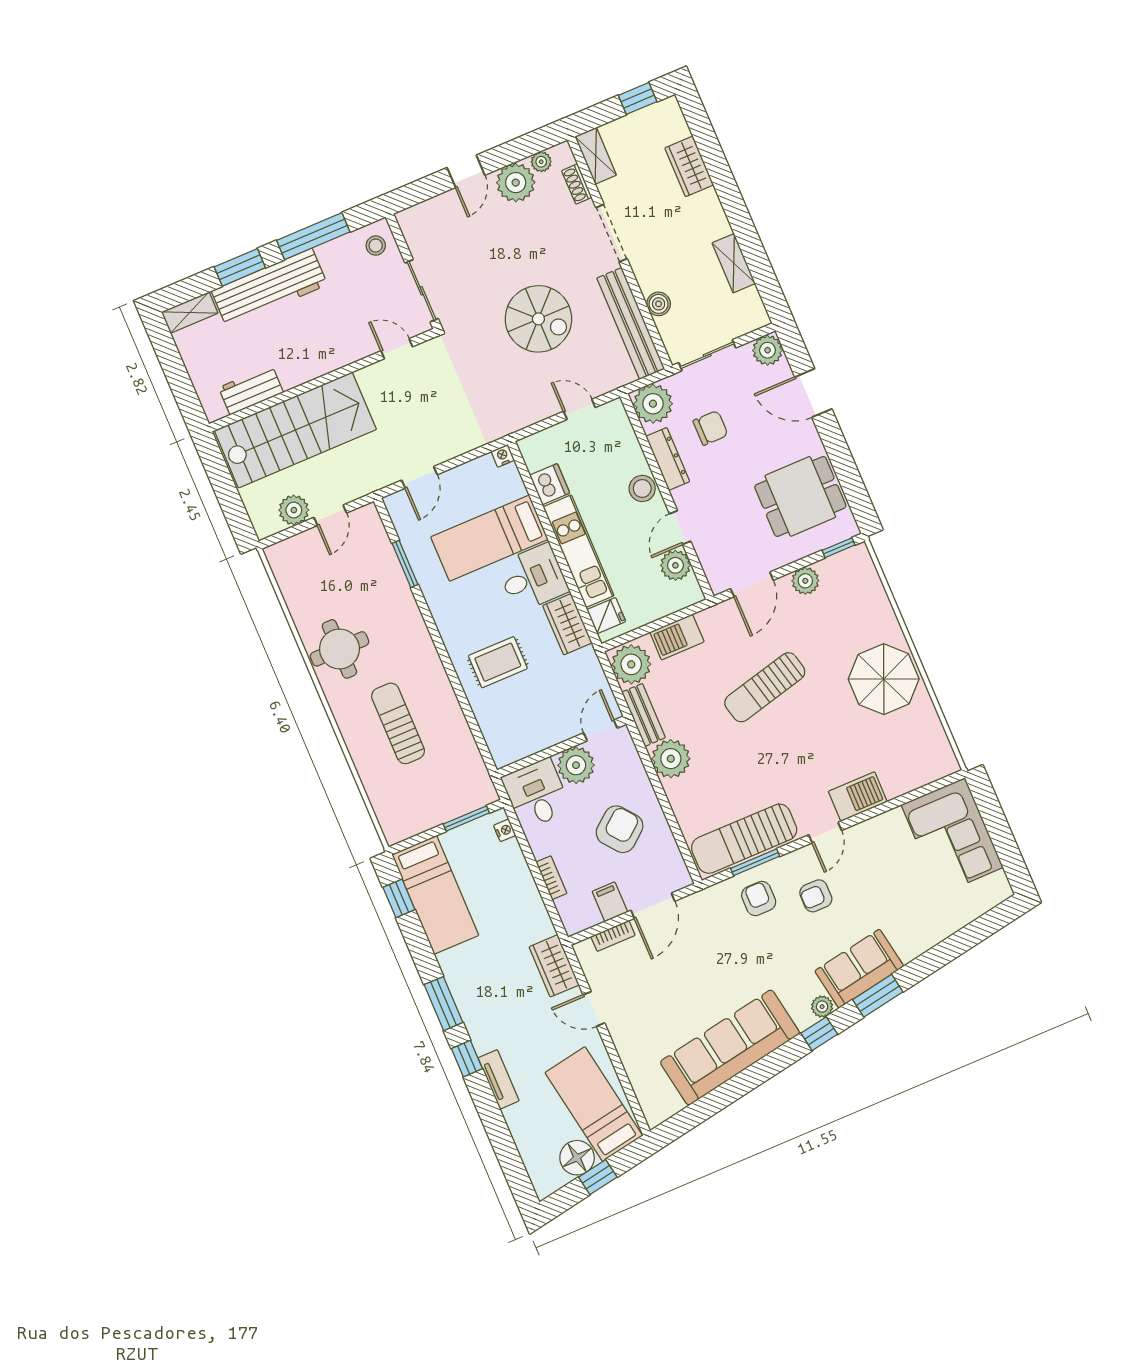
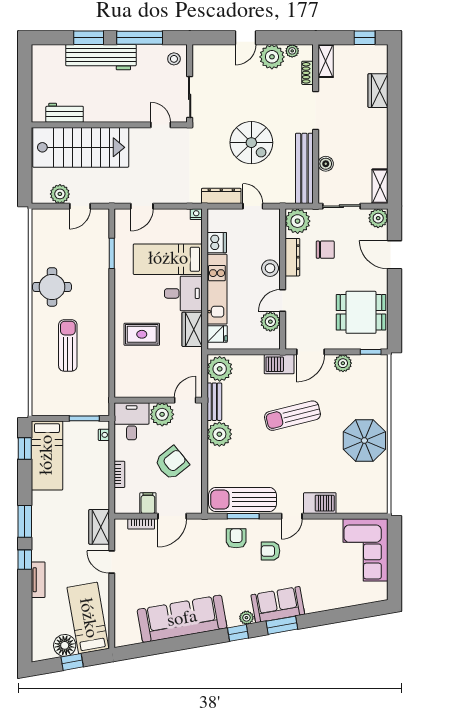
shelving: (734, 263) -> (380, 186), moved
shelving: (190, 313) -> (48, 52), removed
dresser: (528, 414) -> (221, 196), added
barbecue: (677, 637) -> (279, 364), moved

